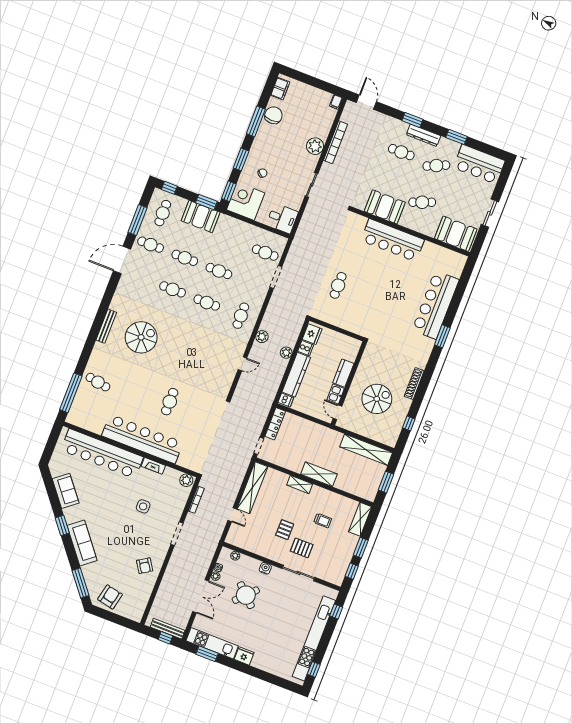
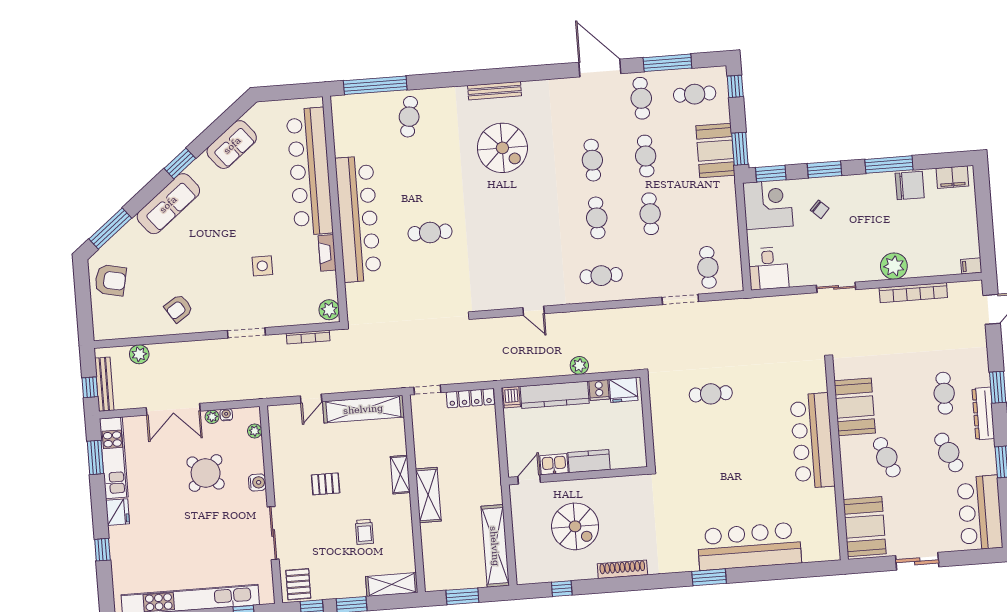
plant: (262, 337) -> (139, 354), moved
pallet: (302, 548) -> (298, 584), moved
window: (261, 675) -> (102, 550), added

